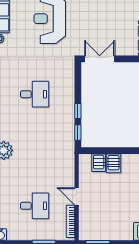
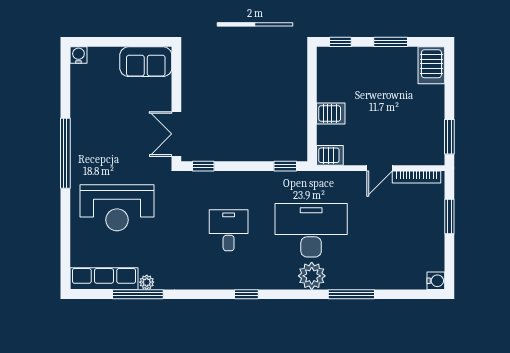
window: (78, 111) -> (203, 166), moved
server rack: (99, 163) -> (330, 155), moved
desk: (35, 206) -> (311, 230), moved, width x1.87, depth x1.30

